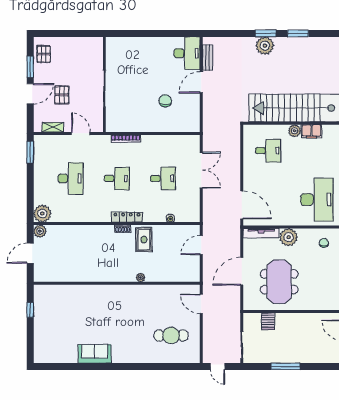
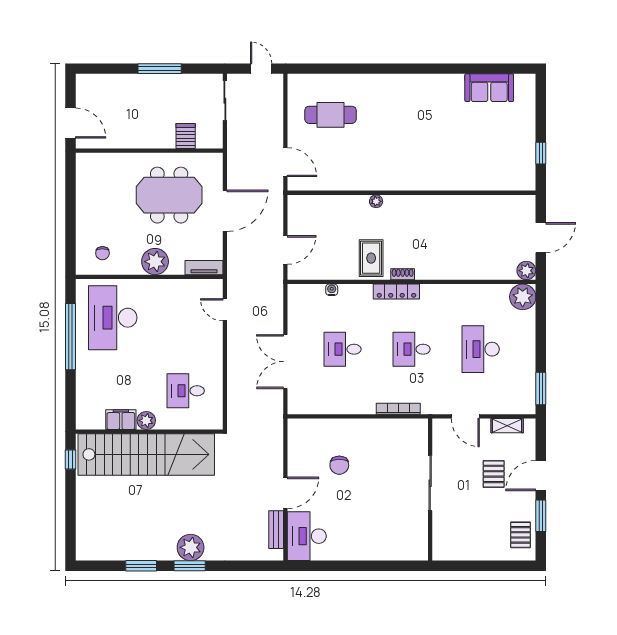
door: (242, 205) -> (225, 310), width x0.53
tv unit: (261, 233) -> (204, 268), width x0.71
meeting table: (279, 282) -> (169, 195), turned 90
sofa: (95, 354) -> (489, 88), moved

